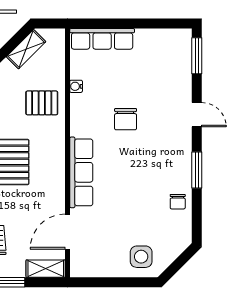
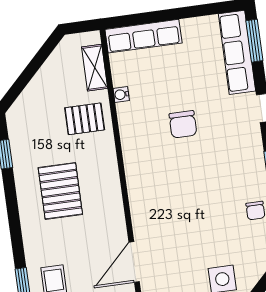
shelving: (26, 49) -> (95, 68), moved, turned -45
row of seats: (81, 172) -> (237, 52), moved, turned 180

